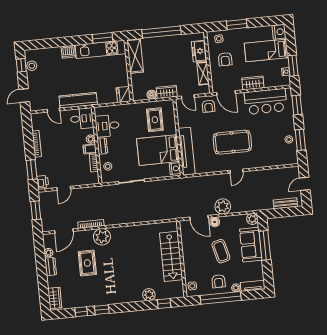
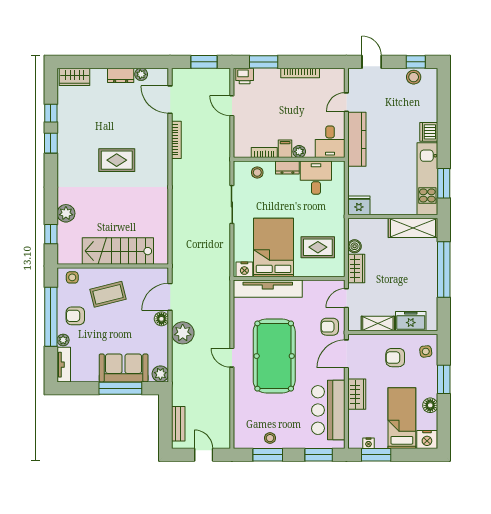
floor lamp: (255, 32) -> (430, 405), added
pool table: (232, 142) -> (274, 356), width x1.36, depth x1.32
plant: (102, 237) -> (156, 154), removed
coffee table: (221, 251) -> (108, 294), moved
rug: (87, 263) -> (117, 160), moved

